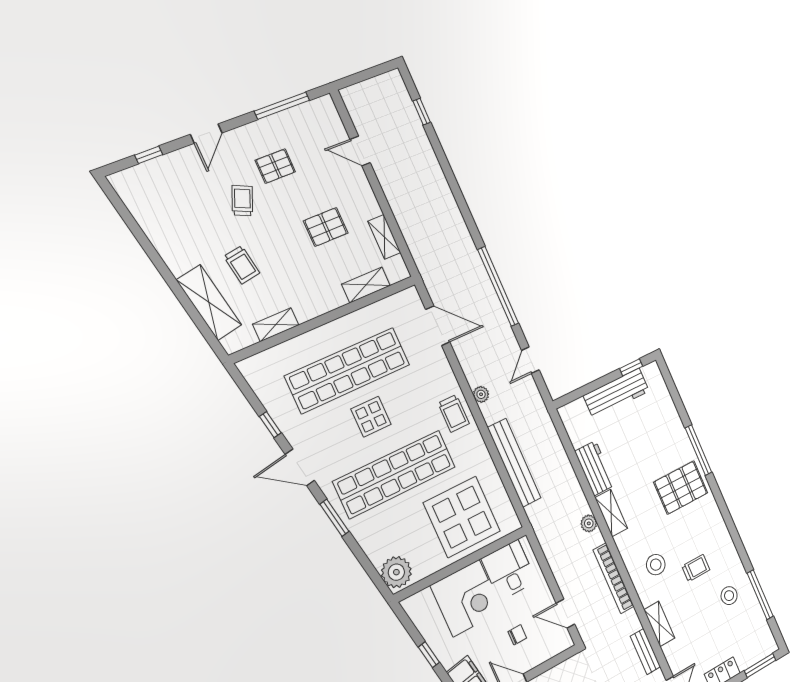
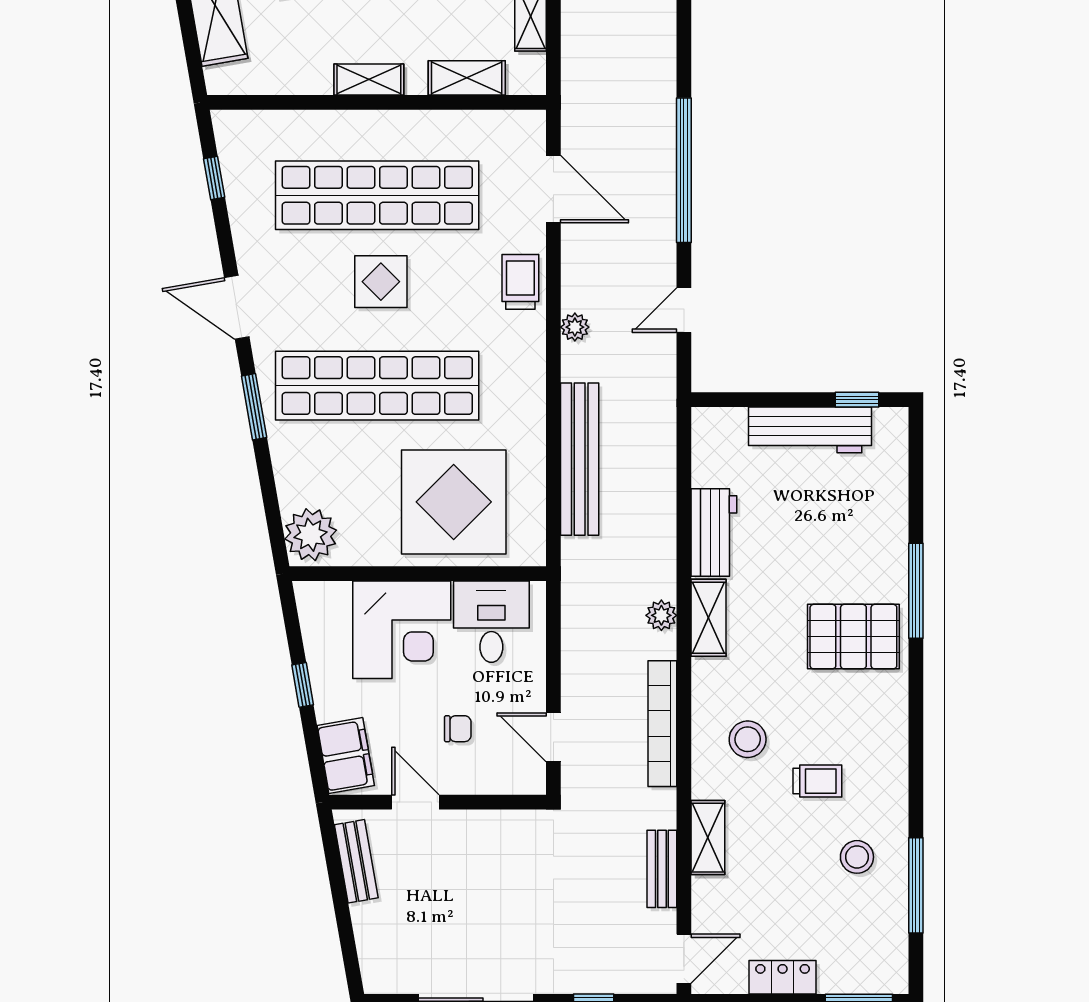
shelving: (276, 325) -> (369, 79), moved
trolley: (454, 413) -> (520, 282), moved, turned 180
window: (270, 425) -> (214, 178), moved

